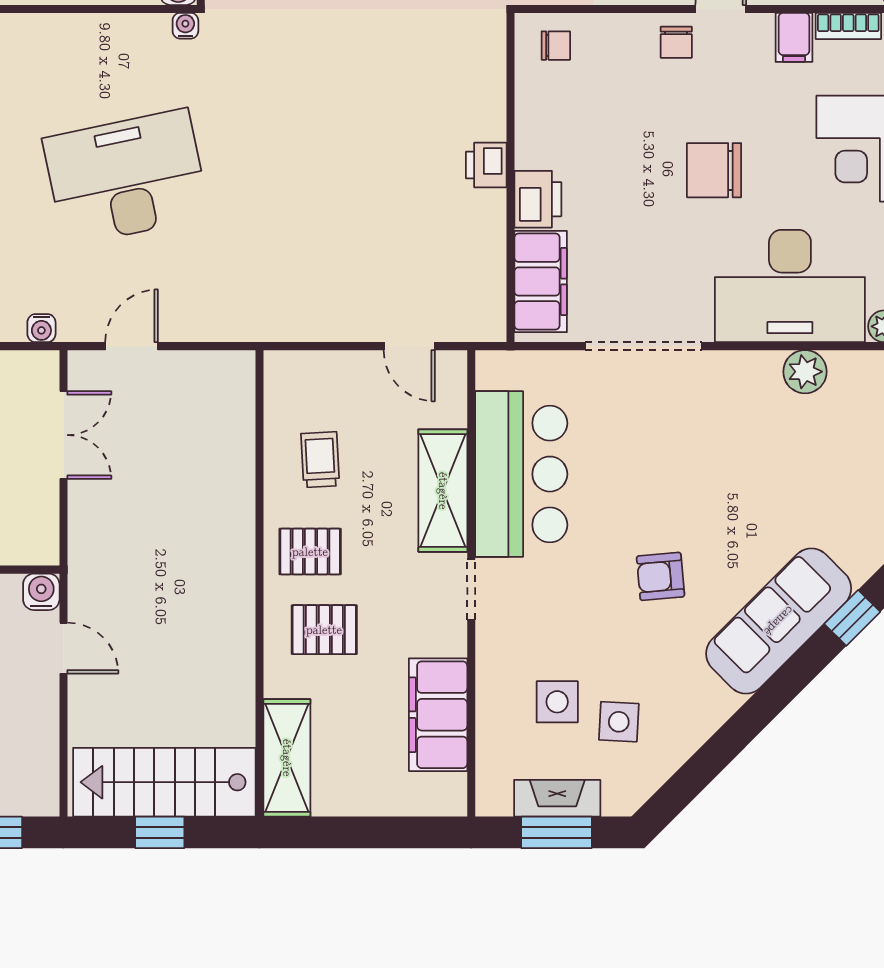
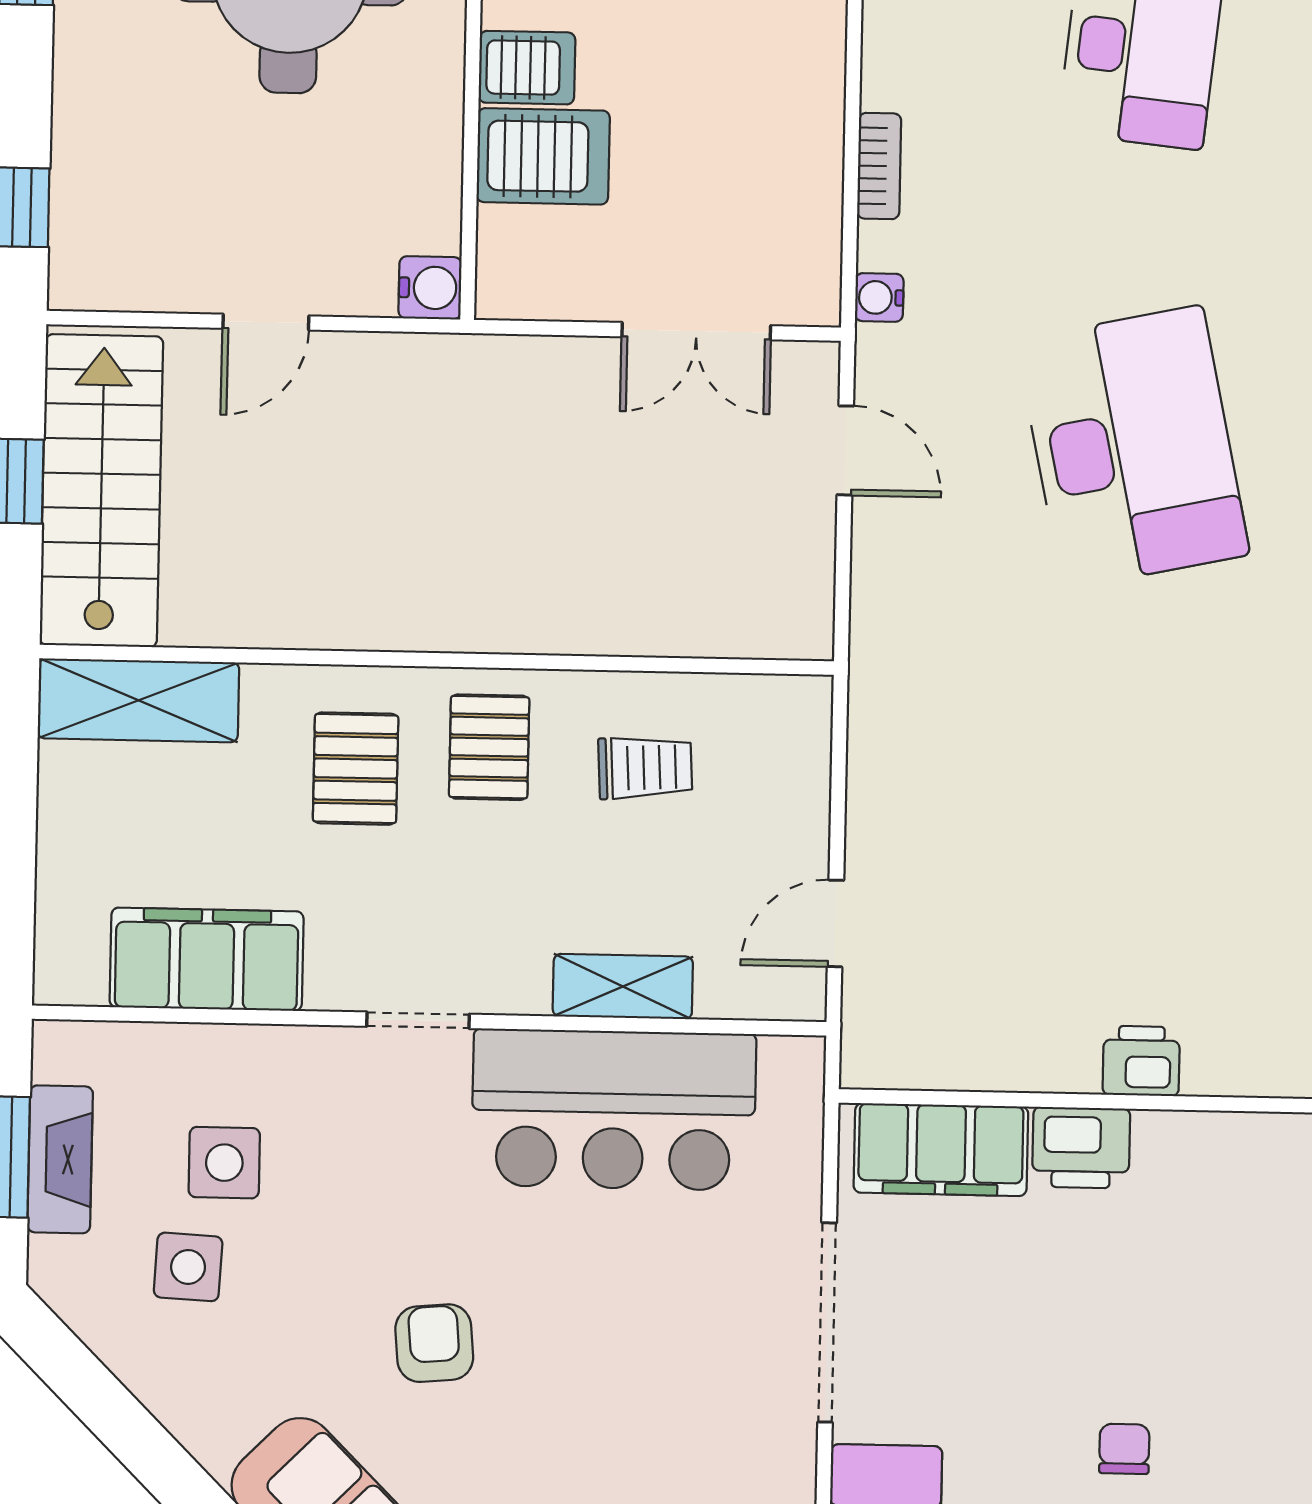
chair: (714, 170) -> (1124, 1449), width x0.54, depth x0.54
shelving: (443, 491) -> (623, 987), width x0.67, depth x0.75
door: (63, 648) -> (266, 322), moved

